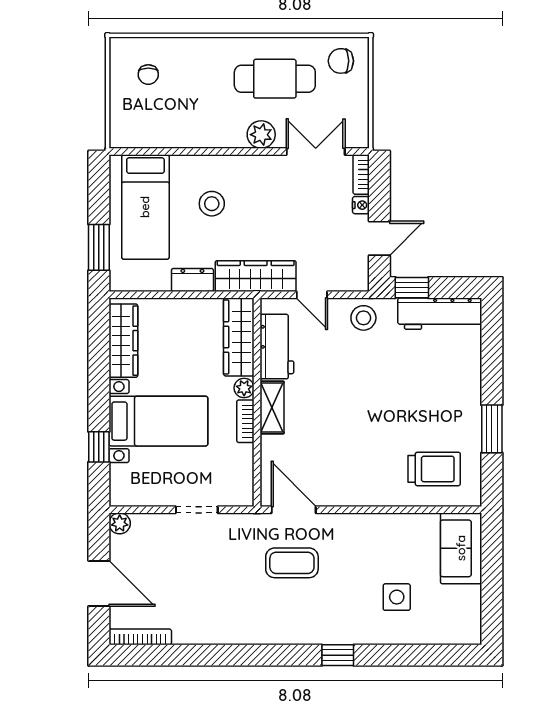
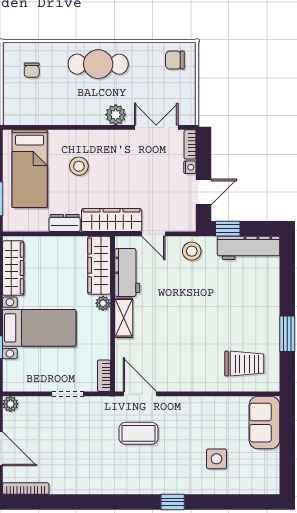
cafe table: (275, 79) -> (98, 64), moved
bookcase: (245, 421) -> (104, 376), moved

